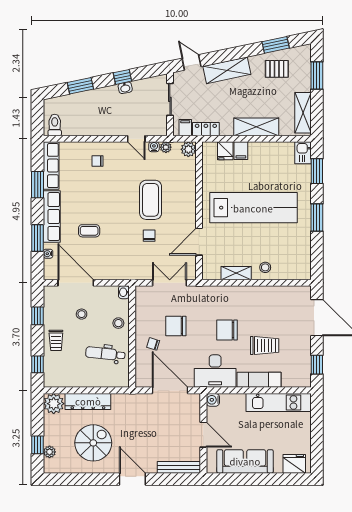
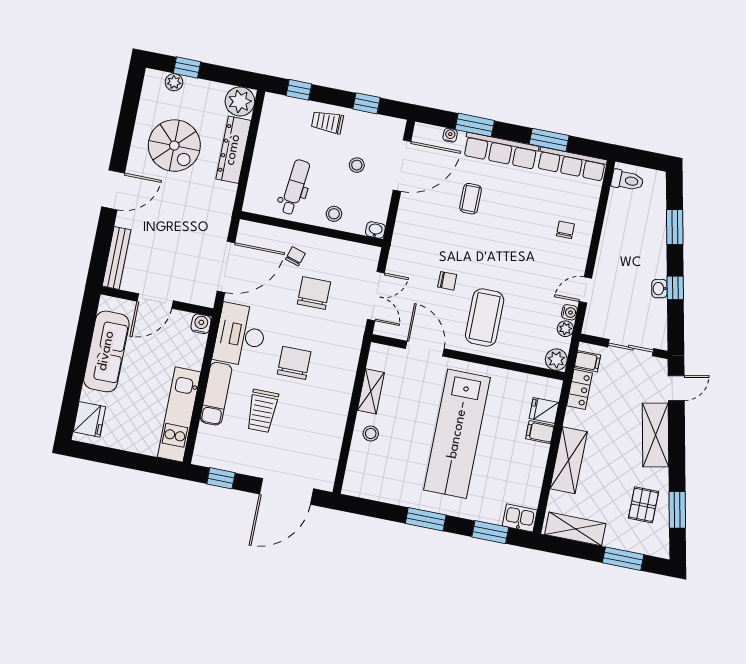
coffee table: (151, 200) -> (485, 318), moved, turned 90

